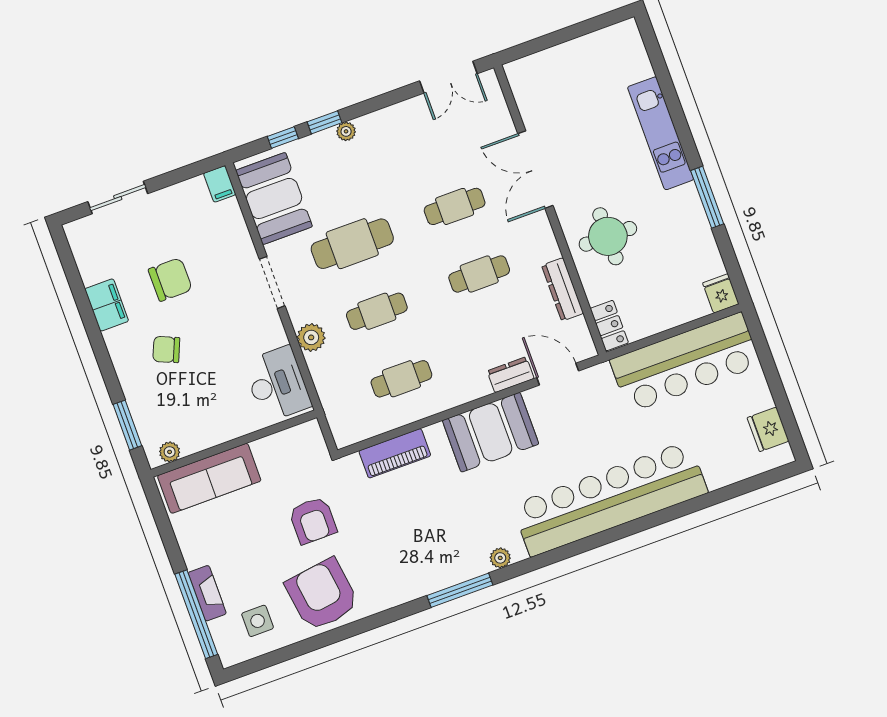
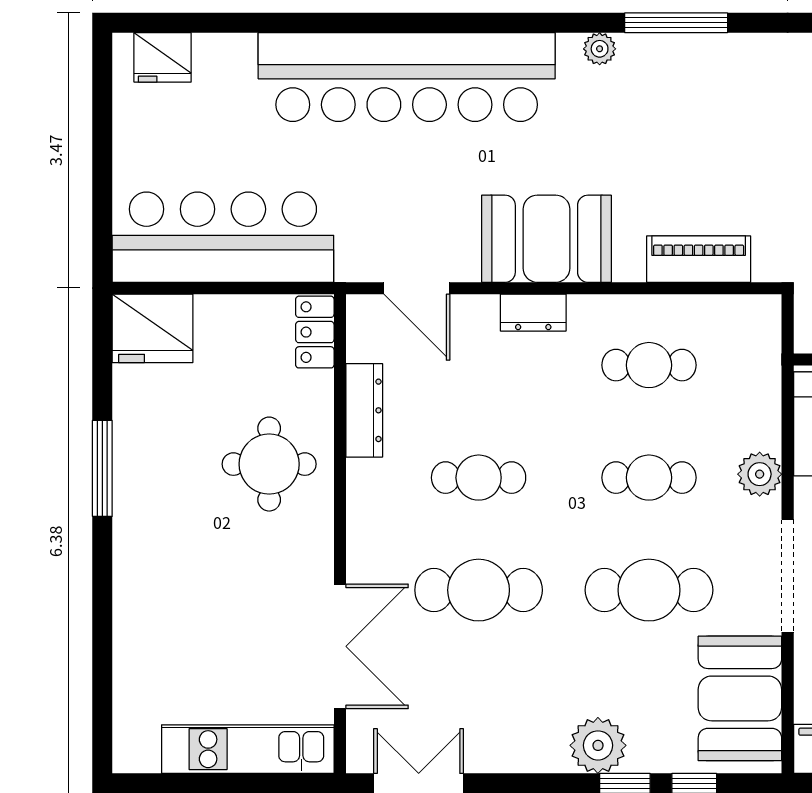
plant: (346, 131) -> (598, 745), width x1.87, depth x1.87
kitchen unit: (661, 133) -> (248, 749), moved, turned -90
double door: (535, 170) -> (340, 646), moved
cafe table: (455, 206) -> (479, 590), width x1.37, depth x1.35
doorway: (272, 282) -> (788, 576), width x1.36
fridge: (721, 293) -> (153, 328), width x1.88, depth x1.34
dresser: (511, 375) -> (533, 313), moved
fridge: (768, 429) -> (163, 57), moved, turned 90

